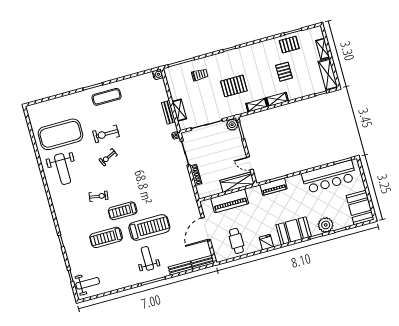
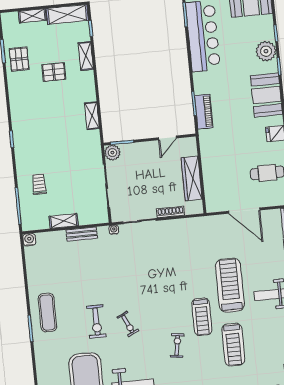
pallet: (234, 86) -> (61, 142), removed
shelving: (277, 99) -> (86, 56), moved
shelving: (179, 110) -> (64, 221), moved
wardrobe: (237, 182) -> (192, 178), moved
piano: (230, 201) -> (213, 173), removed

